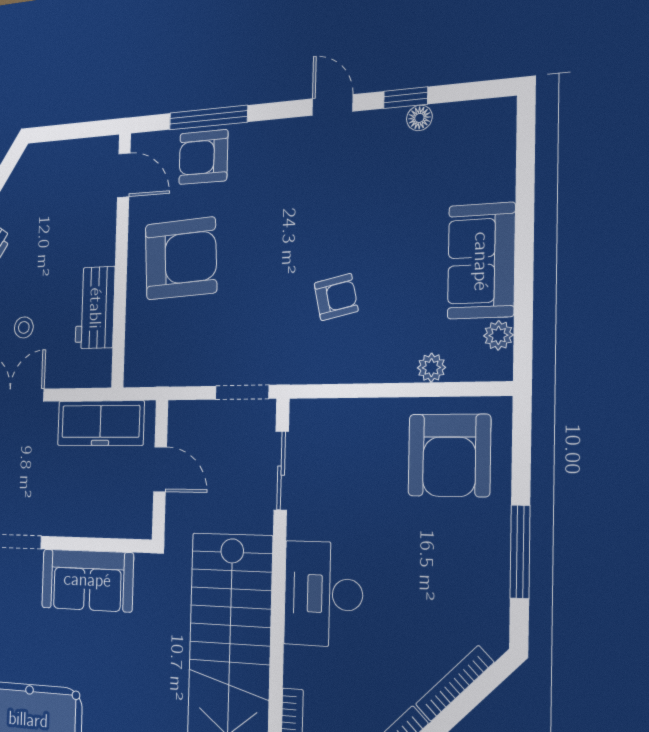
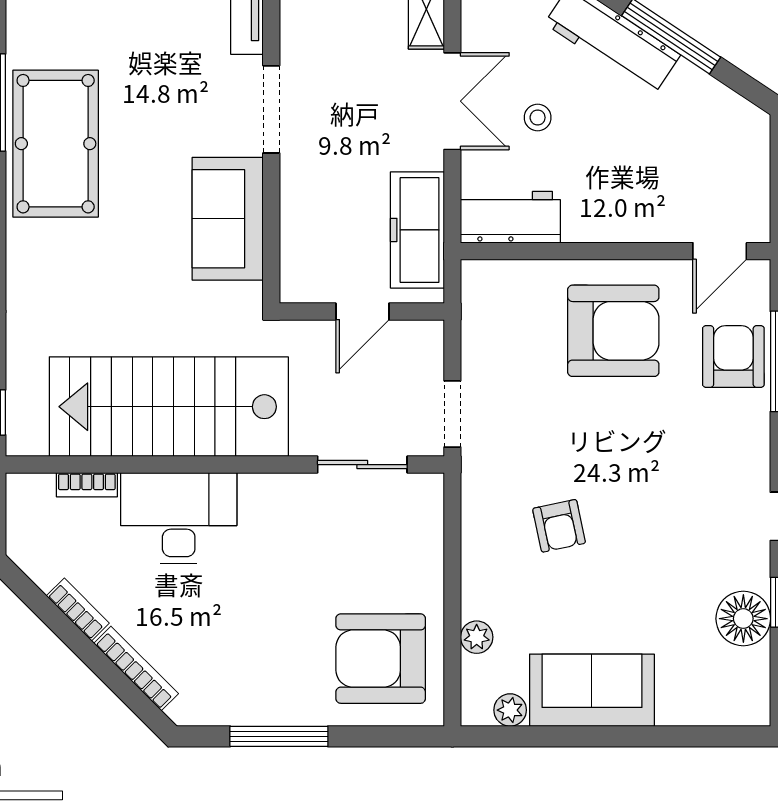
floor lamp: (419, 118) -> (743, 619), width x1.89, depth x1.89
armchair: (181, 258) -> (613, 331), turned -87
workbench: (95, 308) -> (510, 217), moved
desk: (323, 594) -> (179, 518), moved

